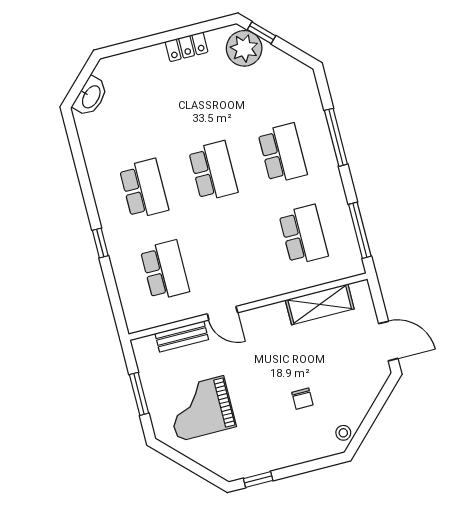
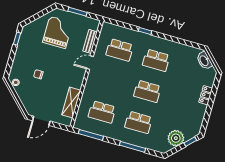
locker: (187, 47) -> (206, 95), moved
plant: (244, 48) -> (176, 138), moved

